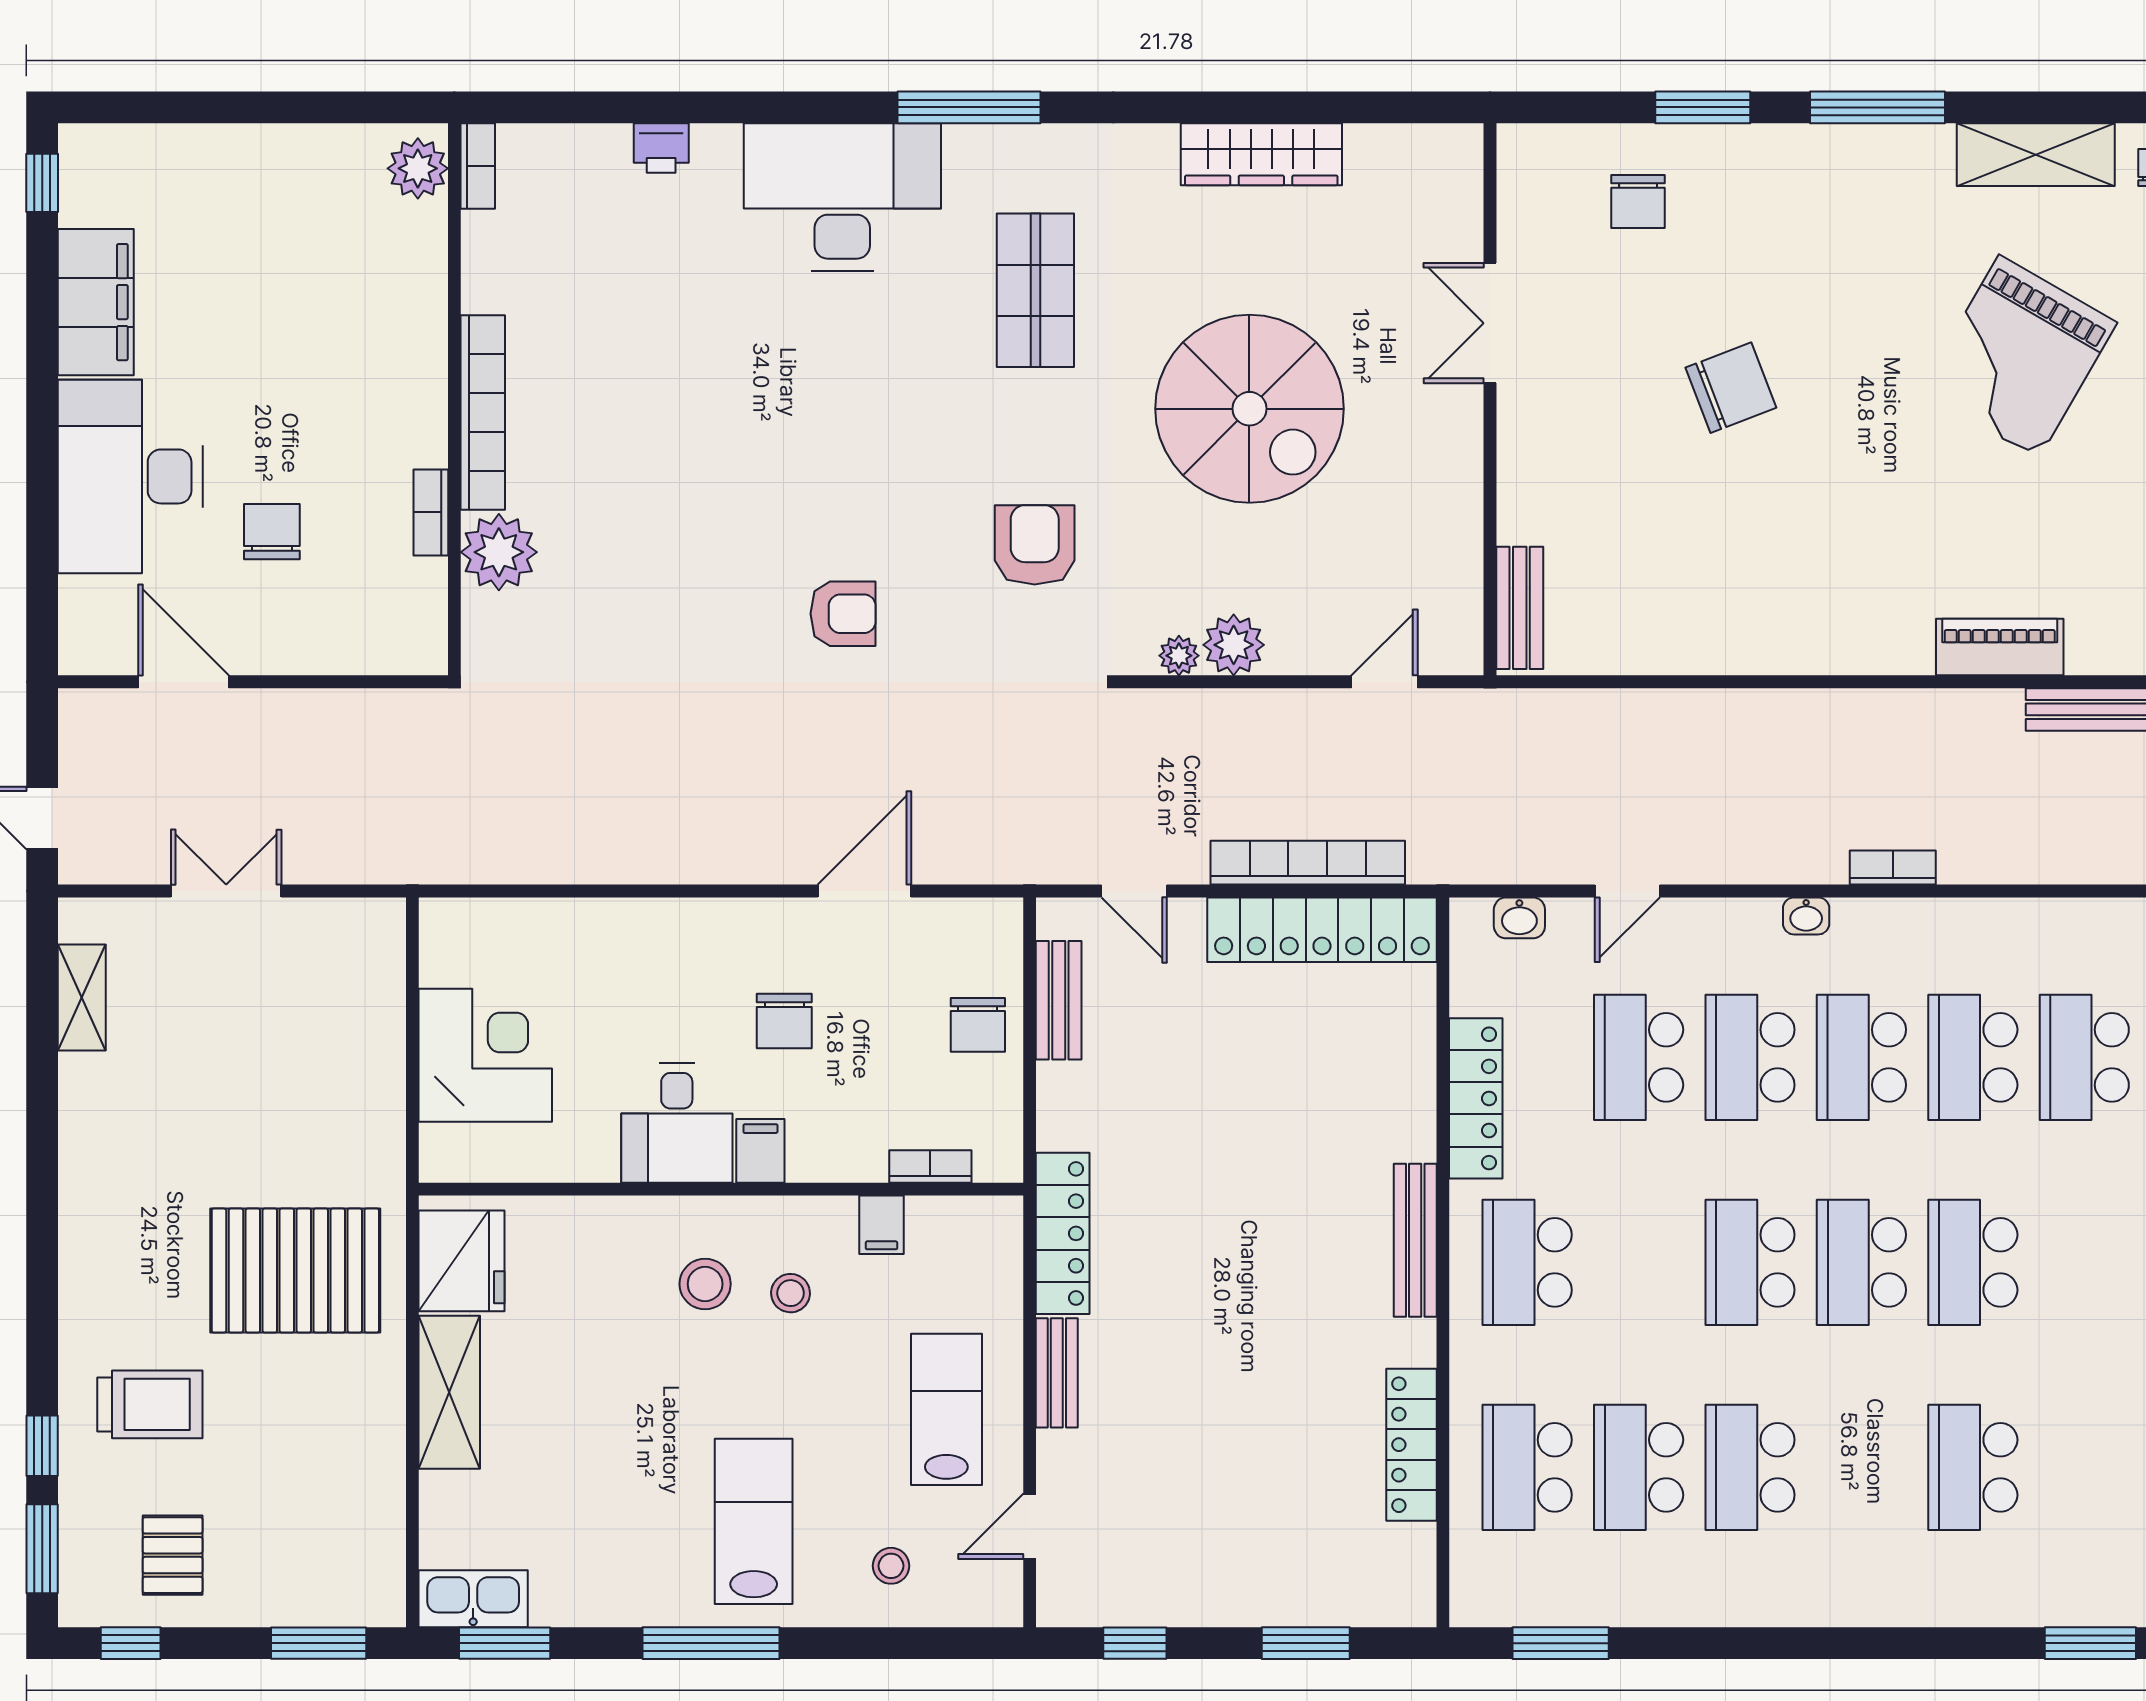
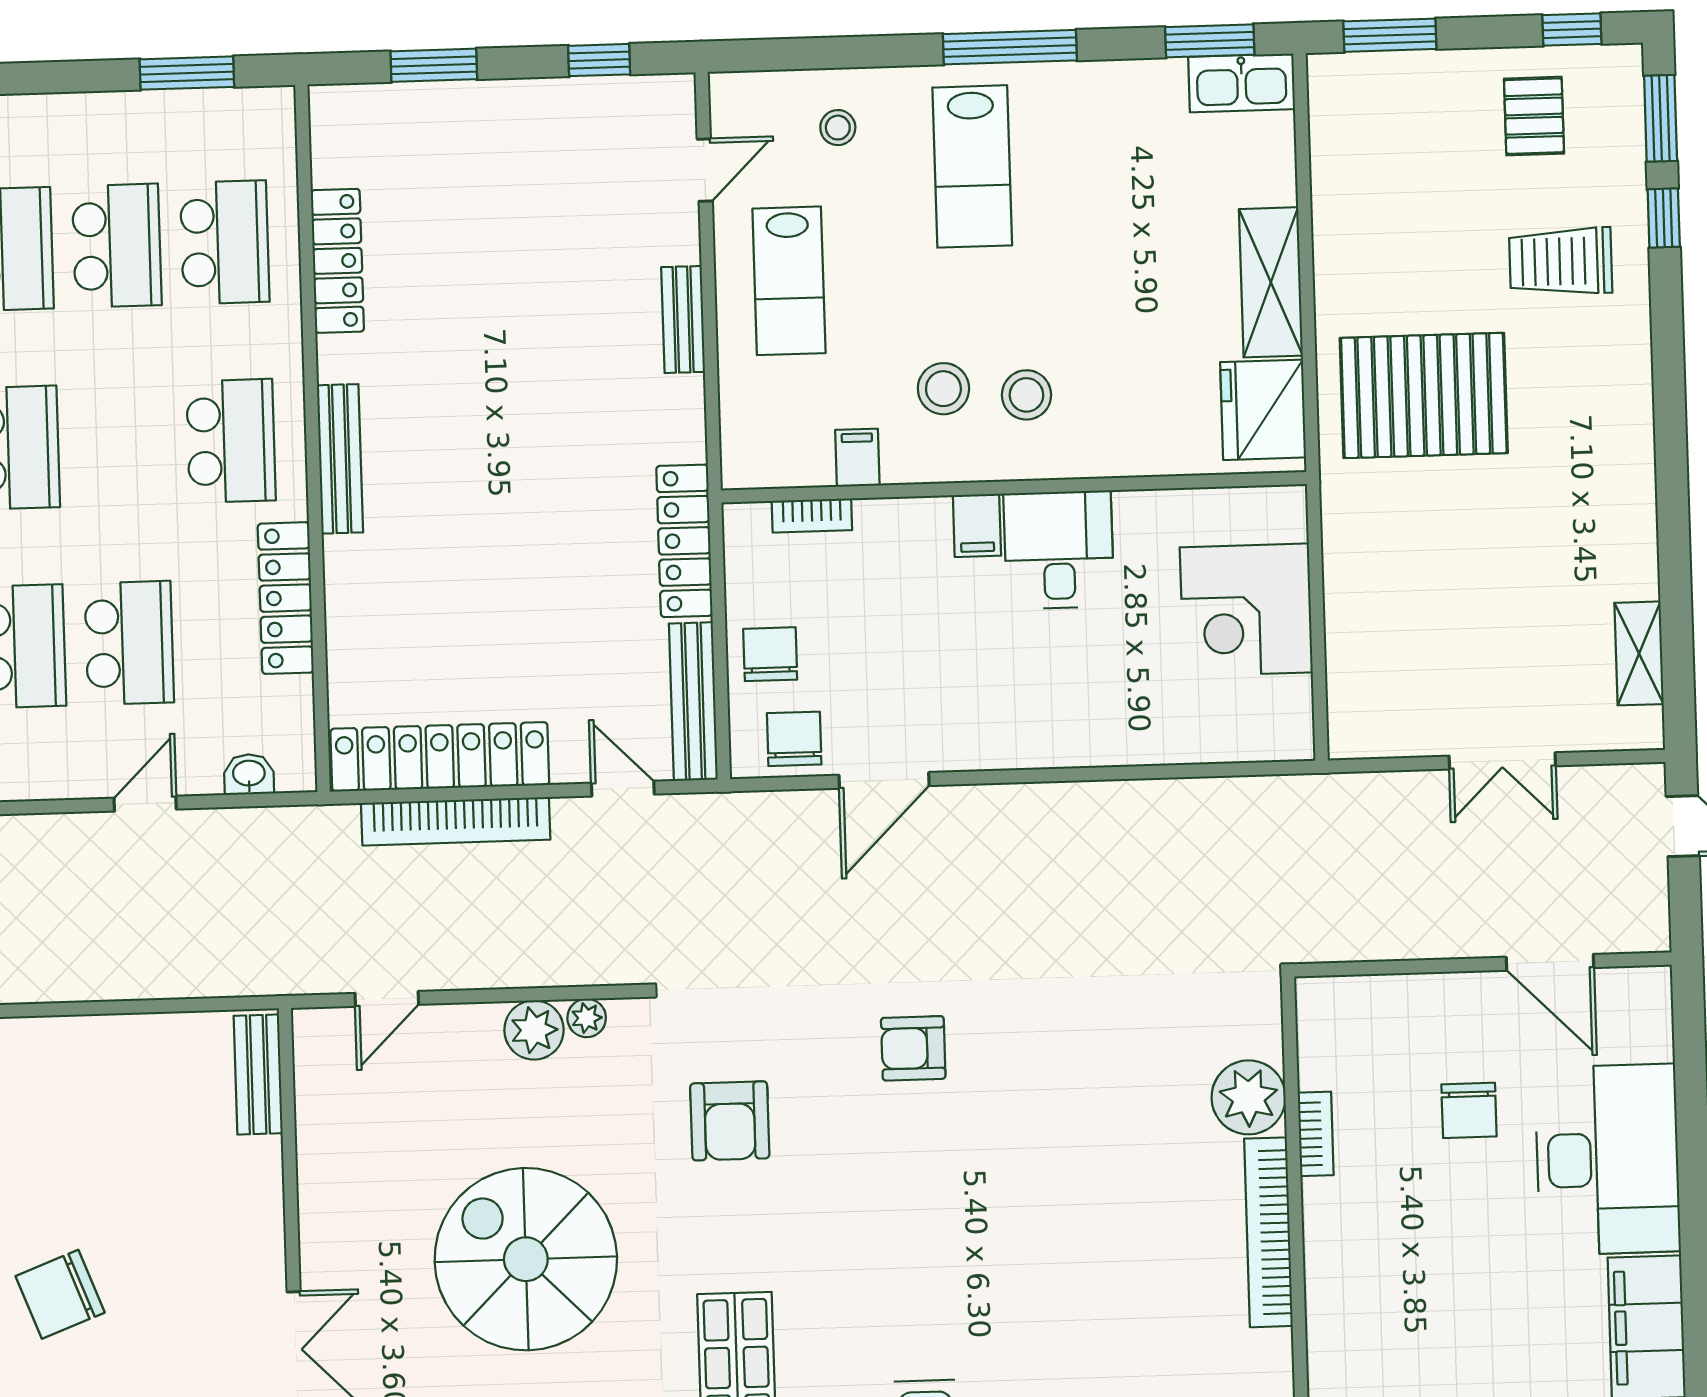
bench: (1059, 1000) -> (693, 701), width x1.36
chair: (784, 1021) -> (794, 739), moved
locker: (1063, 1233) -> (684, 541), moved
stool: (791, 1293) -> (943, 389), width x1.37, depth x1.37

